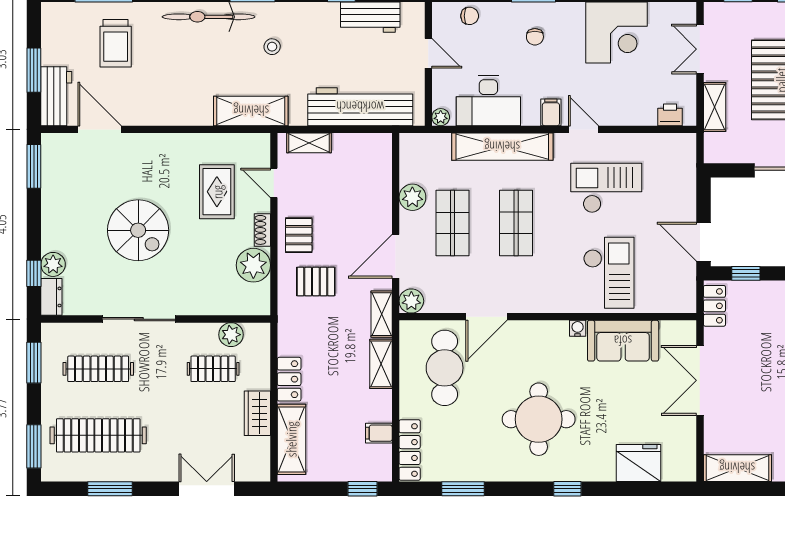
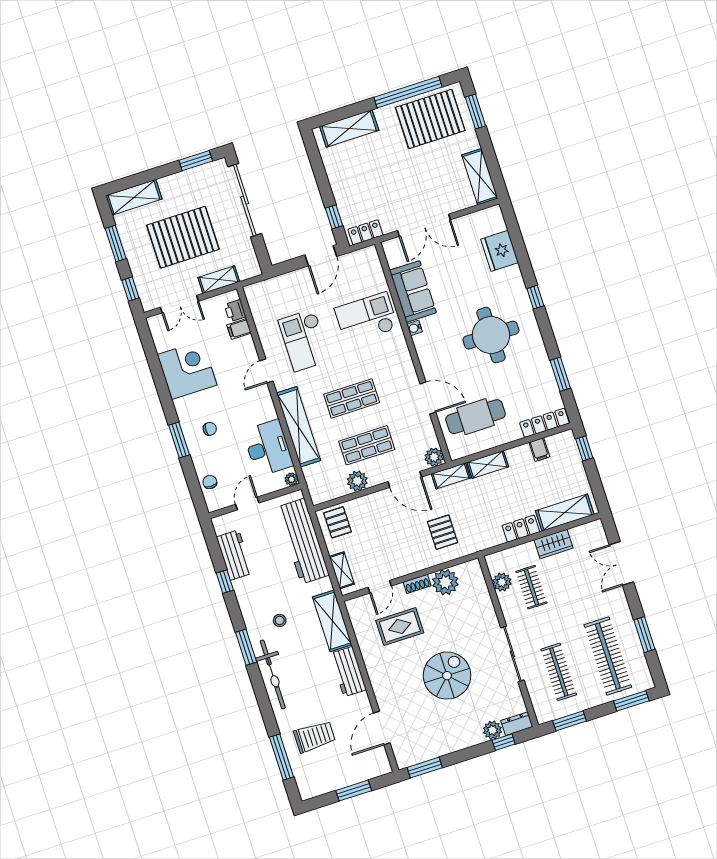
workbench: (56, 96) -> (348, 672), moved, turned -90
filing cabinet: (551, 112) -> (239, 329), moved
pallet: (299, 235) -> (338, 522), moved, turned 90

